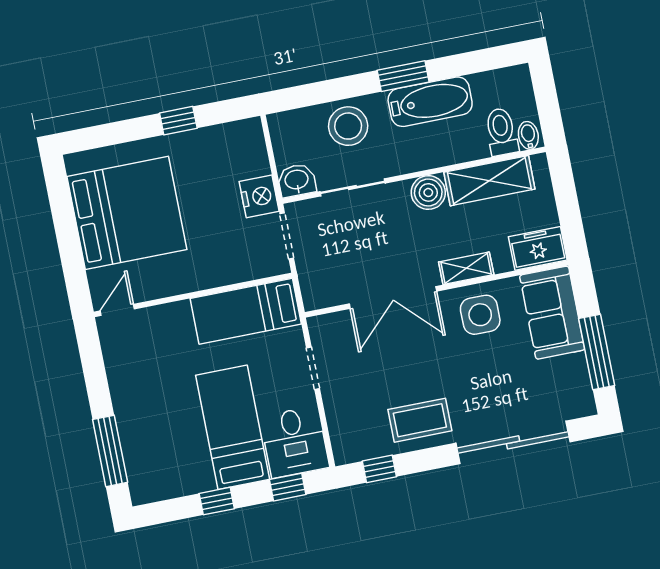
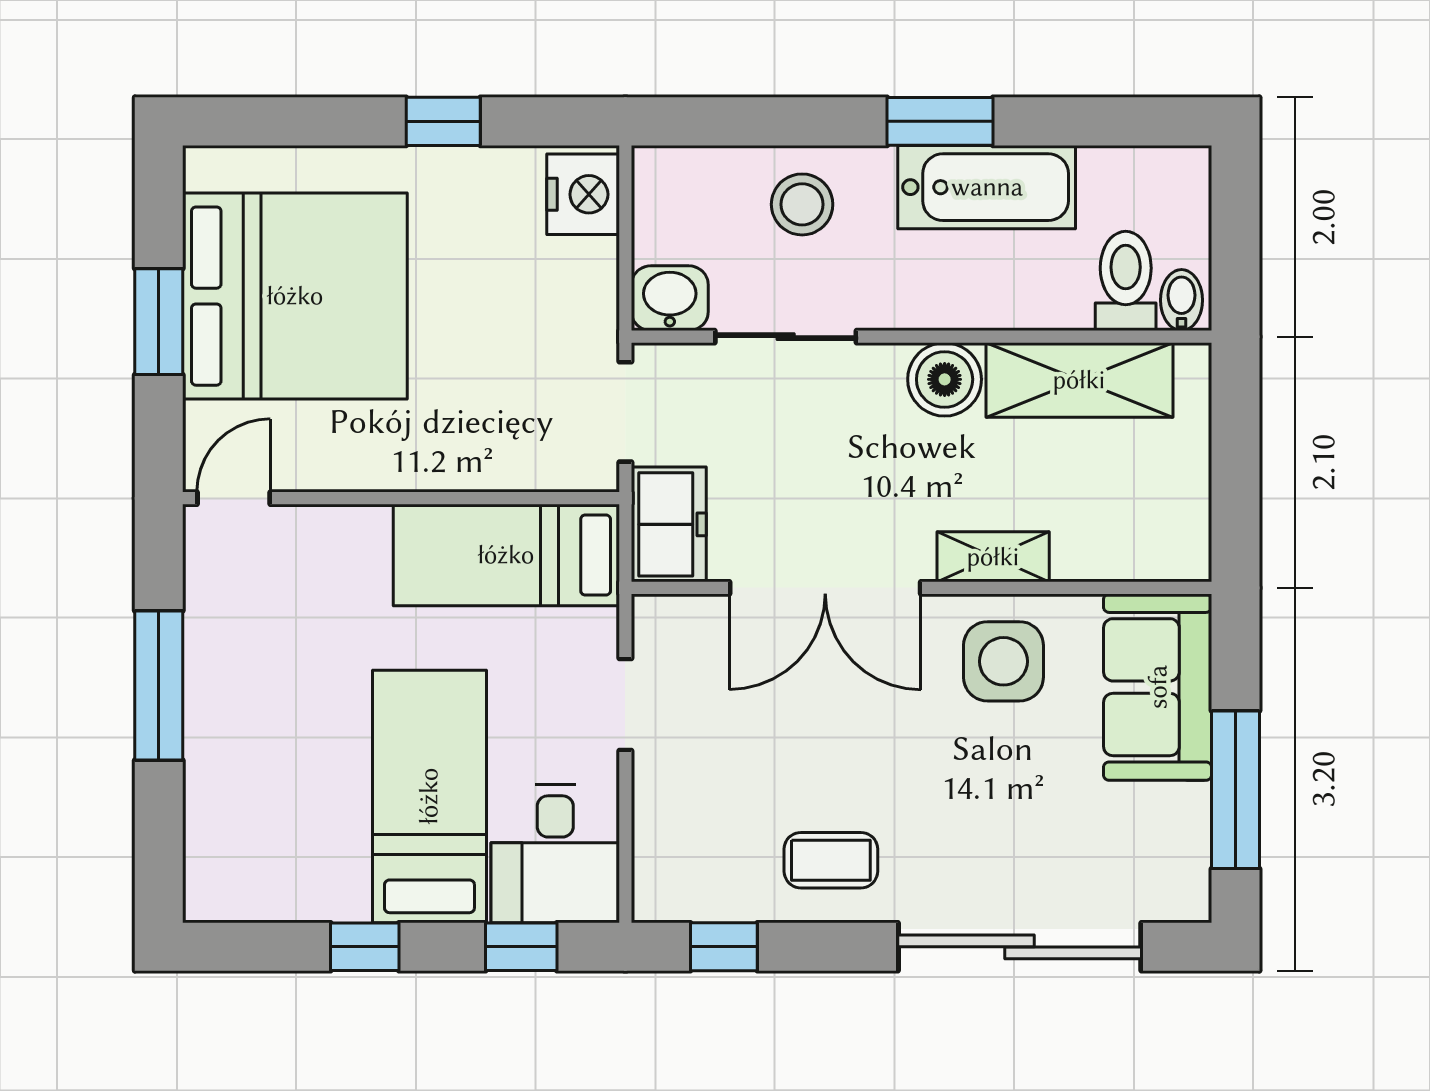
stool: (348, 126) -> (802, 204), width x0.73, depth x0.73
nightstand: (259, 196) -> (583, 194), moved
window: (68, 237) -> (159, 322), added
freezer: (538, 248) -> (669, 524), moved, turned 90
coffee table: (420, 420) -> (831, 860), width x0.73, depth x0.77
window: (110, 451) -> (159, 685), moved

